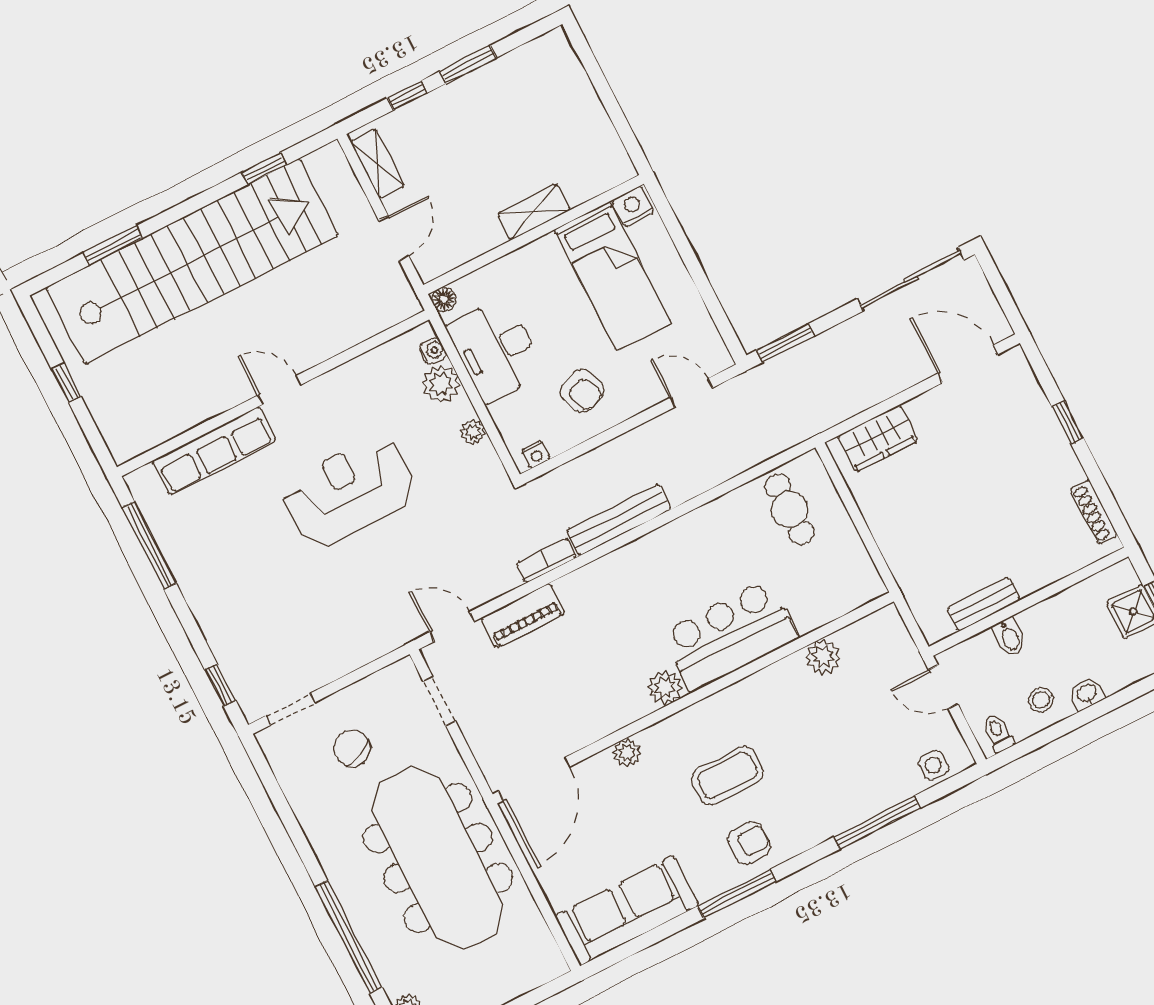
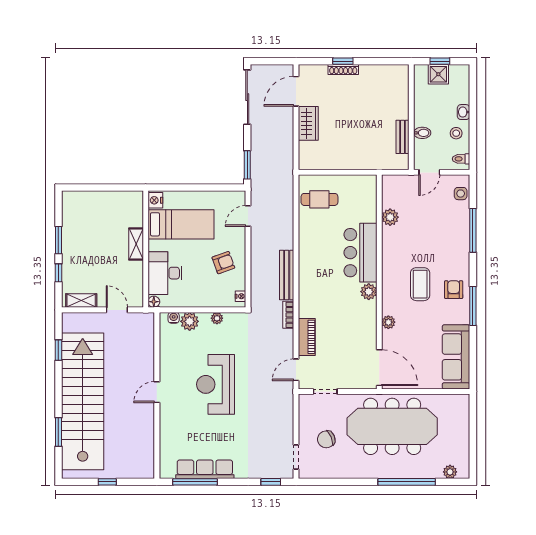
desk: (496, 350) -> (165, 273), moved, turned 90
wardrobe: (878, 438) -> (308, 123), moved
row of seats: (214, 451) -> (205, 469), moved, turned -90
shoe rack: (1094, 512) -> (343, 69), moved

